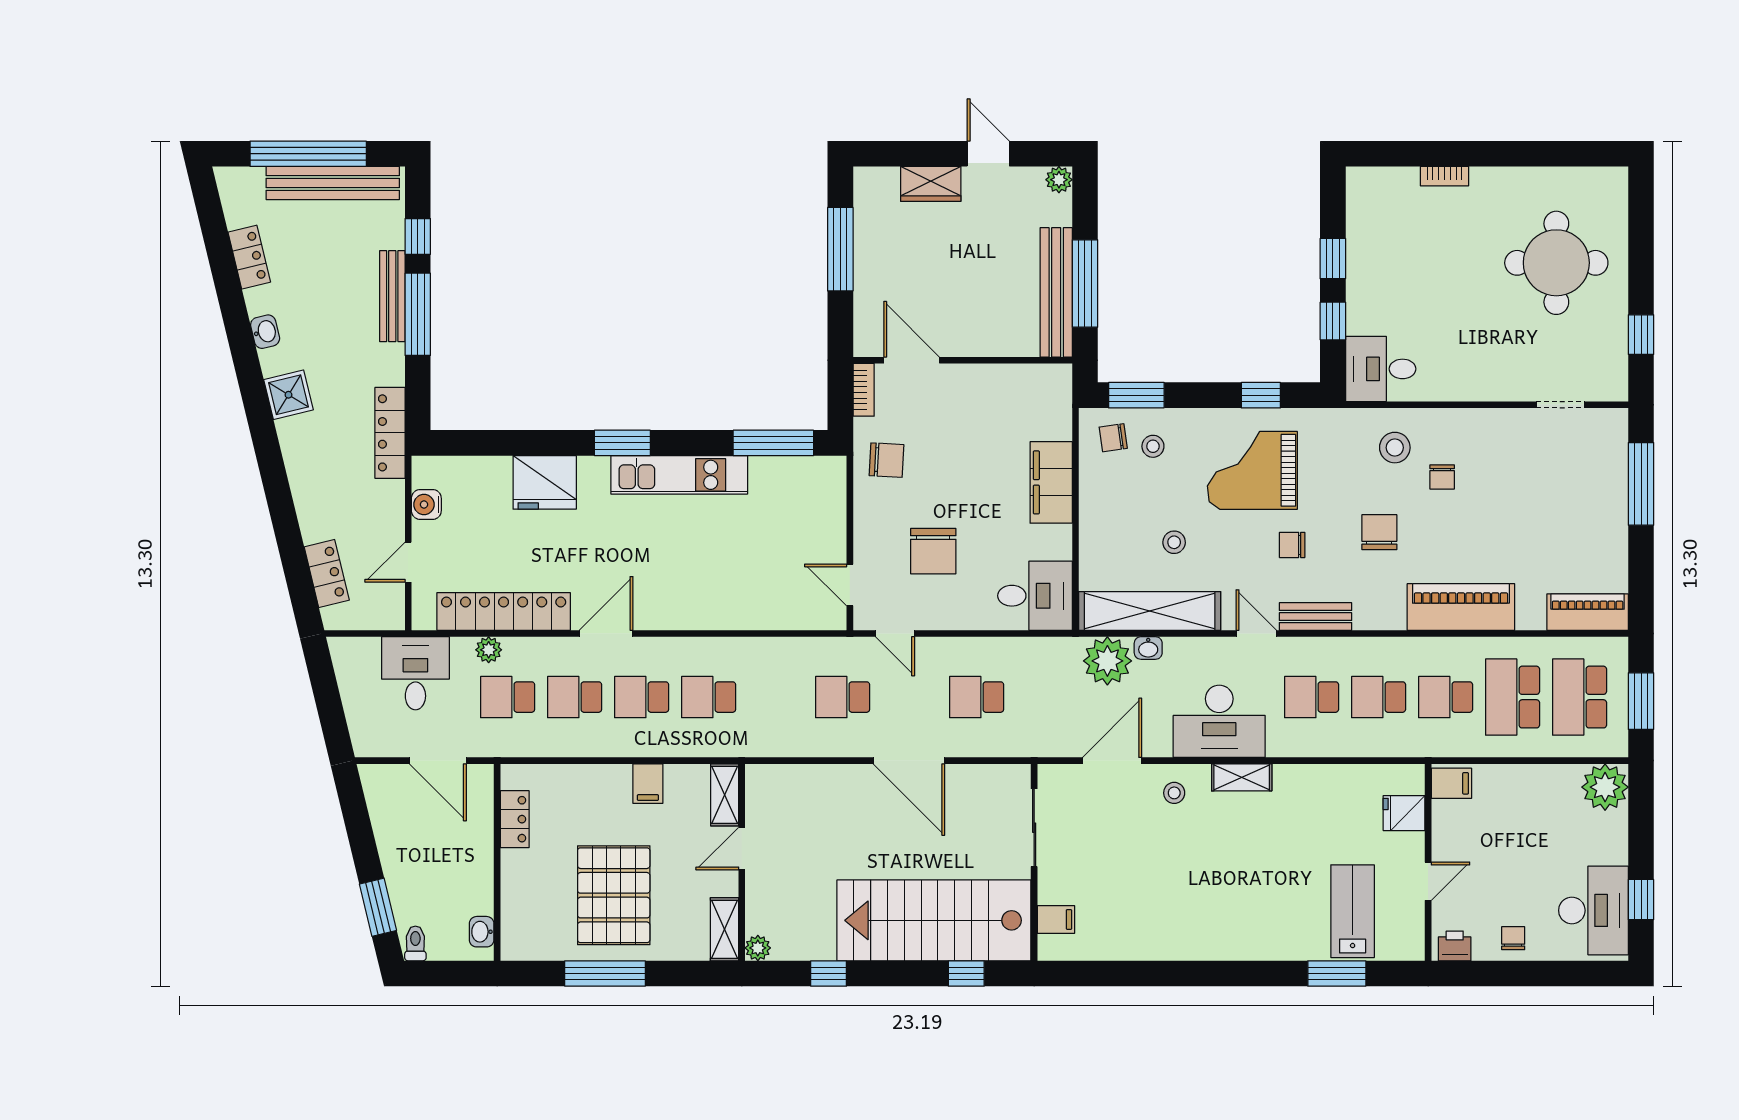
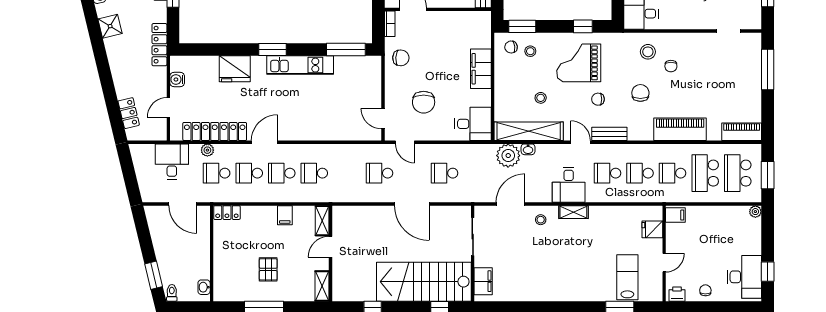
desk: (1219, 721) -> (569, 185), width x0.73
plant: (1605, 787) -> (755, 212), width x0.53, depth x0.53
locker: (515, 819) -> (227, 213), moved, turned 90
pallet: (614, 895) -> (268, 269), width x0.49, depth x0.50
filing cabinet: (1056, 919) -> (483, 281), width x2.00
plant: (758, 948) -> (338, 295), removed

